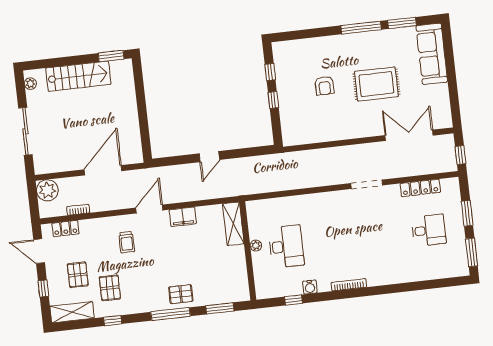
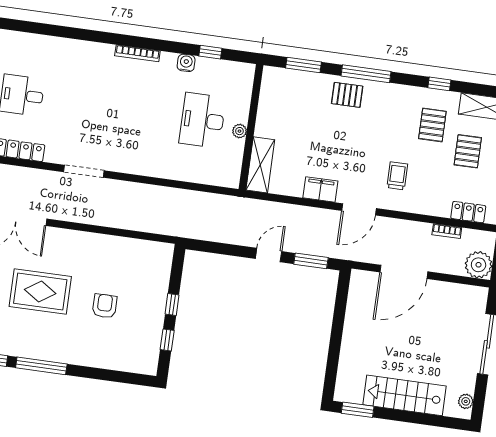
window: (176, 160) -> (311, 261), added

